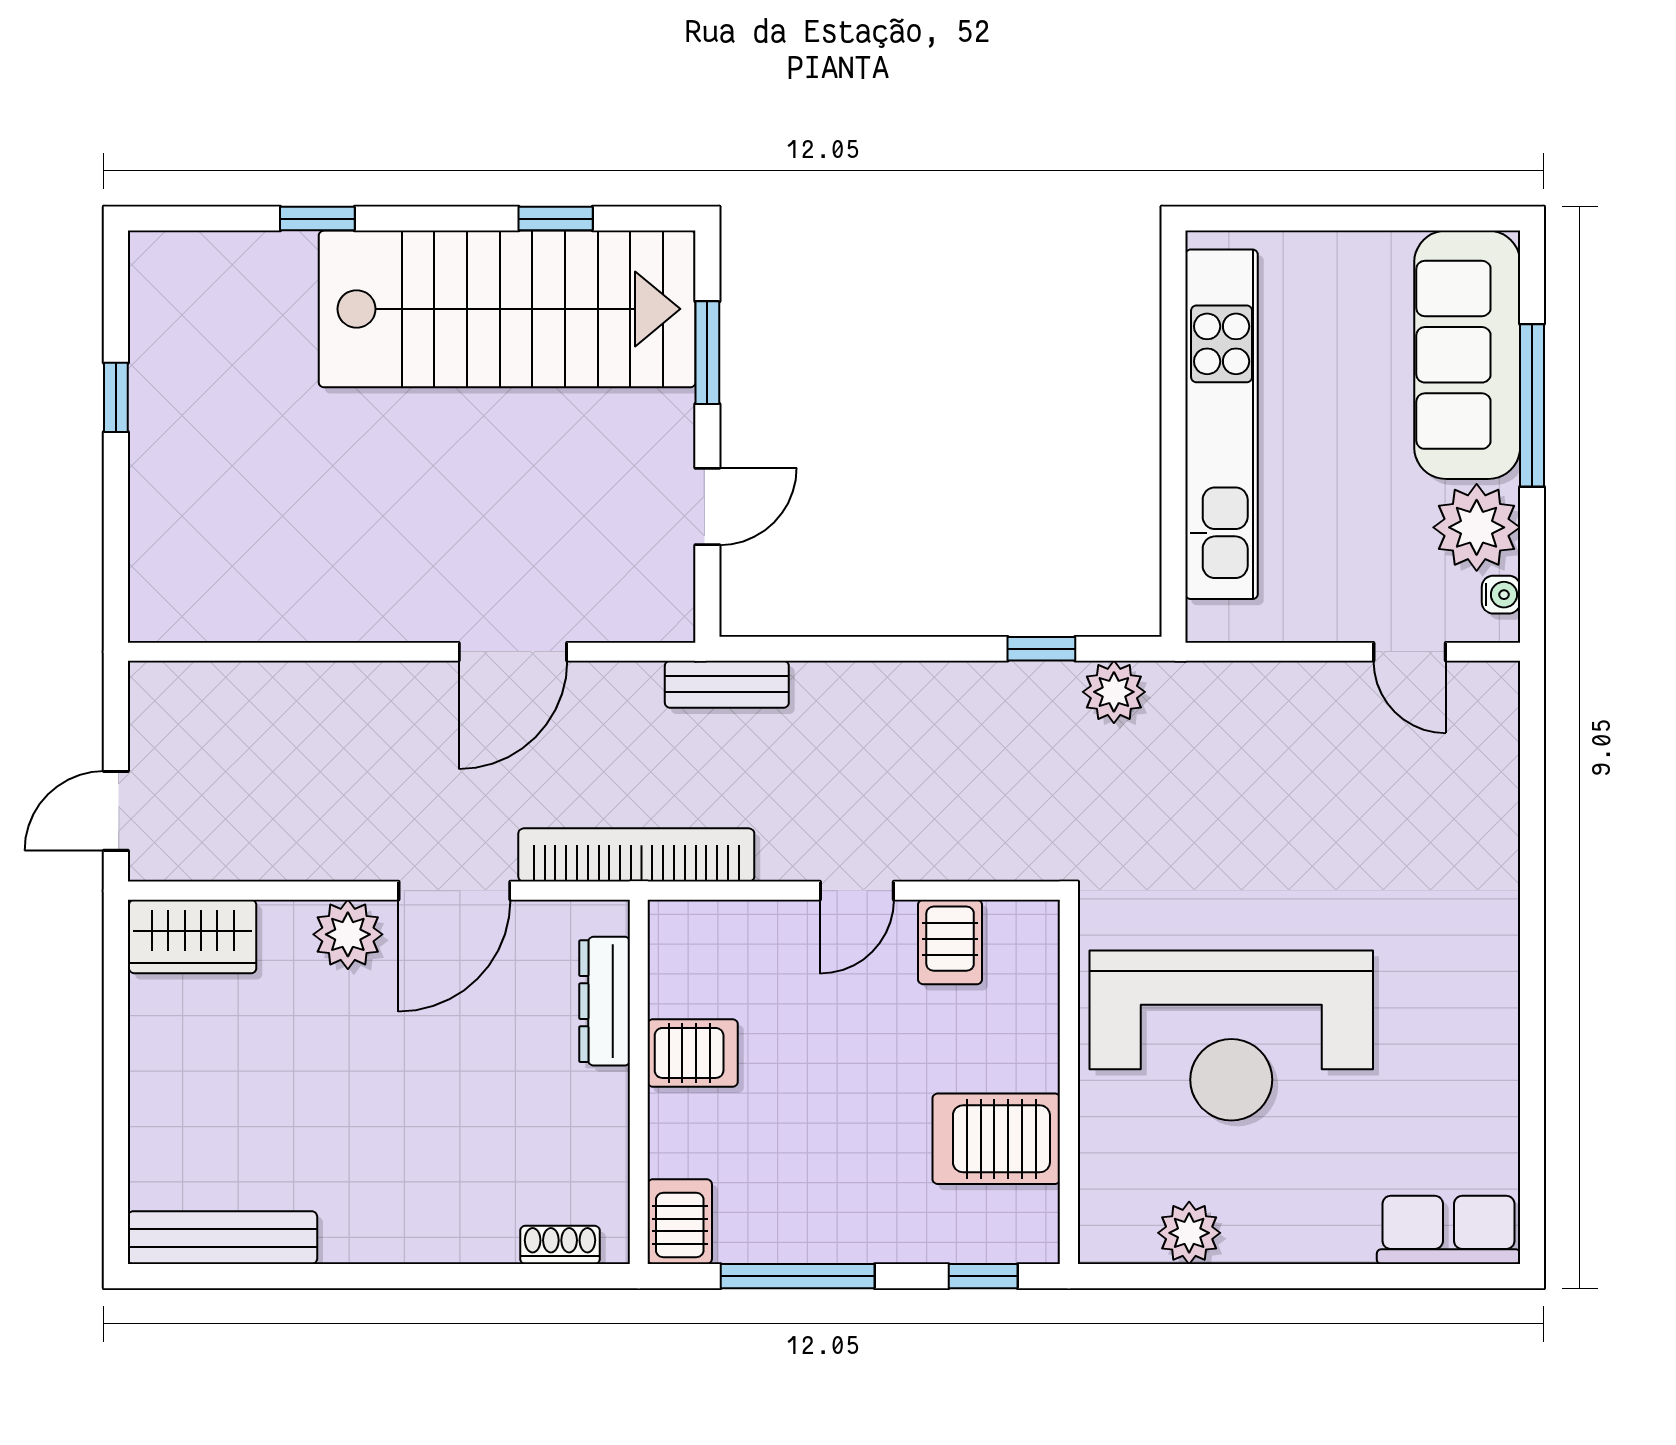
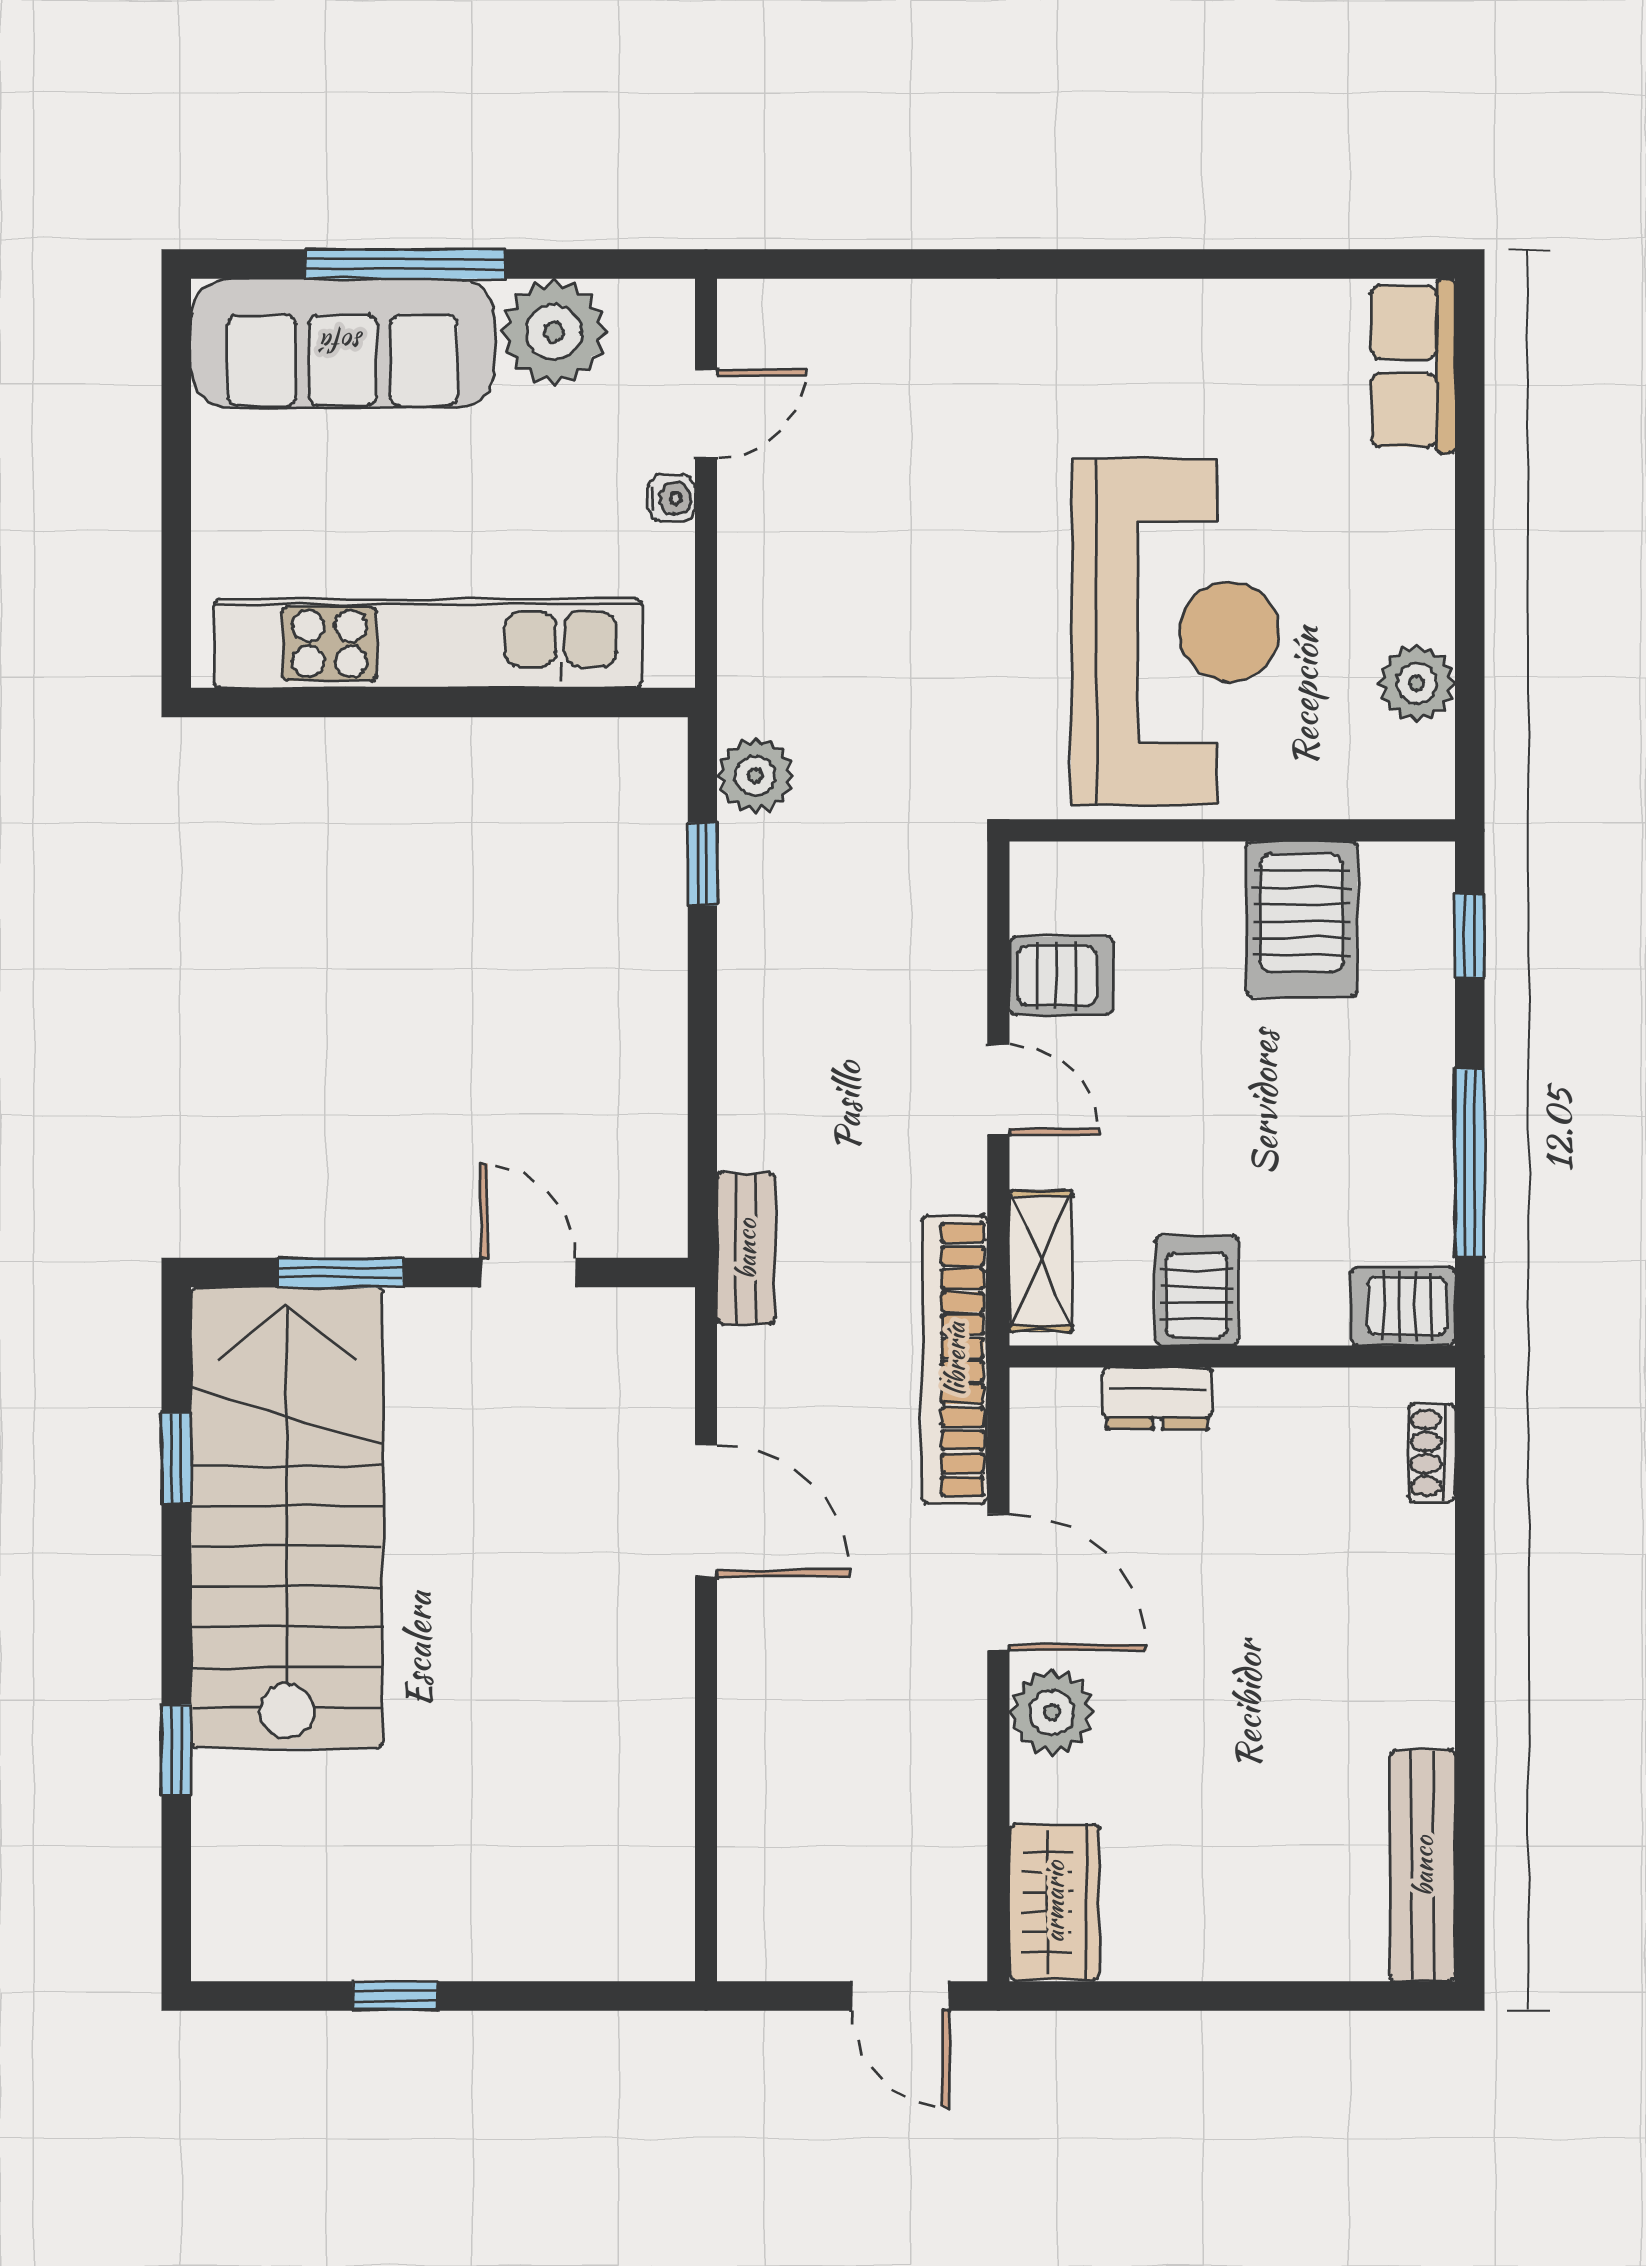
water cooler: (1501, 595) -> (672, 498), moved, turned 90
shelving: (717, 925) -> (1041, 1261), added
dresser: (605, 1001) -> (1157, 1398), width x0.70

